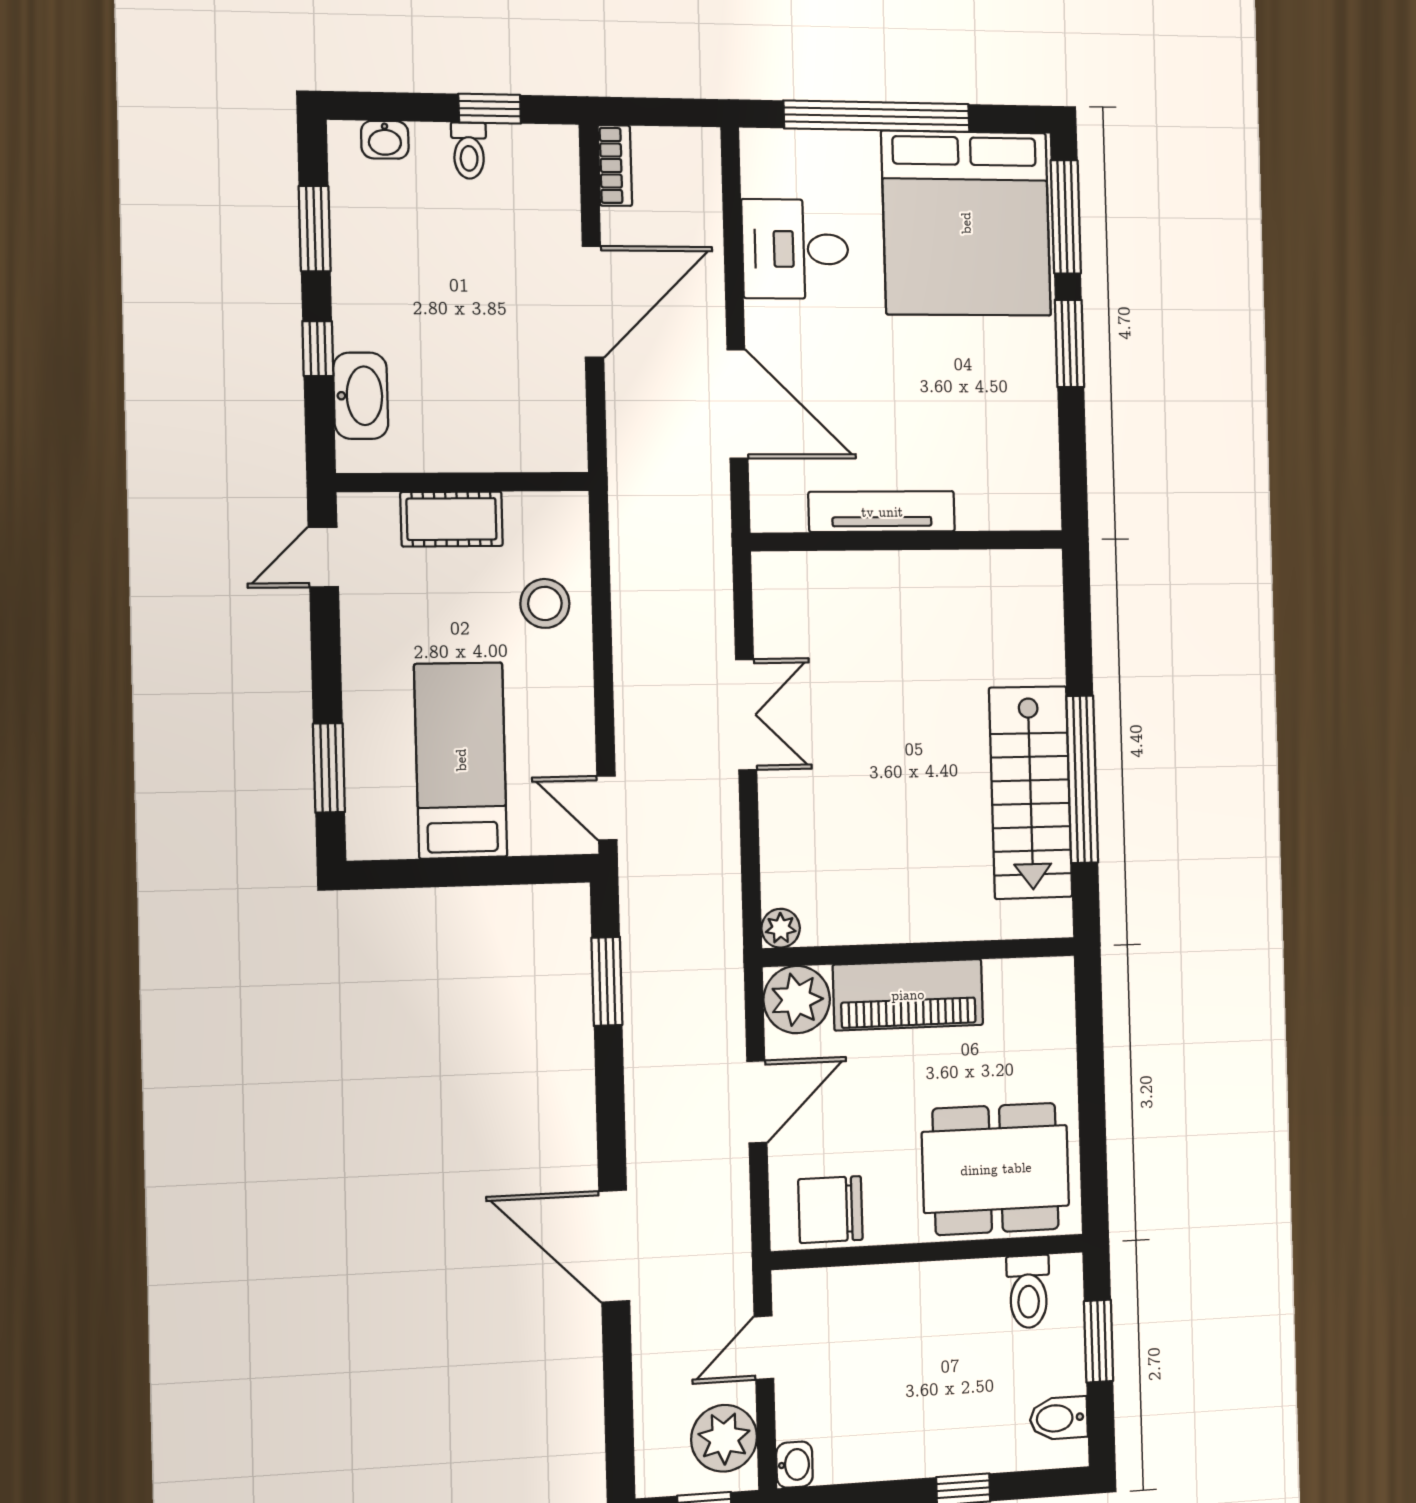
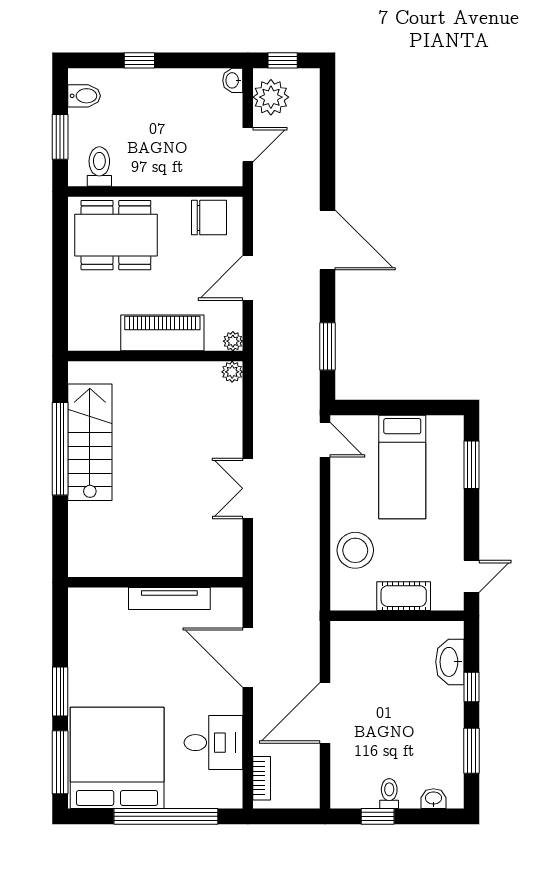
bookcase: (615, 166) -> (262, 778), moved, turned 180
stool: (545, 603) -> (355, 550), width x1.38, depth x1.38
plant: (797, 1000) -> (233, 341), width x0.53, depth x0.53
door: (614, 1246) -> (328, 240), moved

